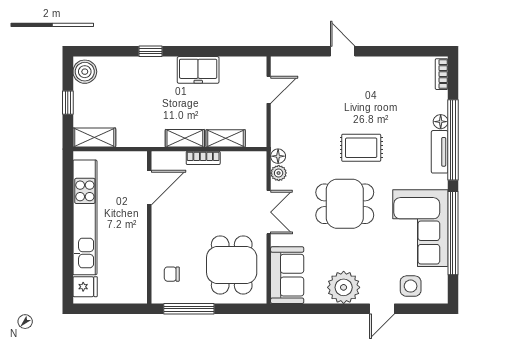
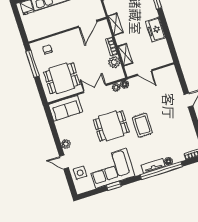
door: (269, 90) -> (145, 73), moved
shelving: (185, 138) -> (115, 24), moved
plant: (233, 162) -> (114, 62), added
door: (149, 188) -> (88, 24), hinge flipped
dining table: (345, 204) -> (111, 126), turned 90
double door: (269, 212) -> (95, 89), swing flipped
window: (453, 233) -> (114, 186), width x0.32
plant: (344, 287) -> (66, 144), width x0.53, depth x0.53

